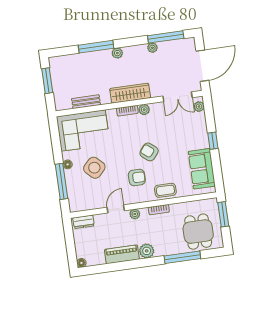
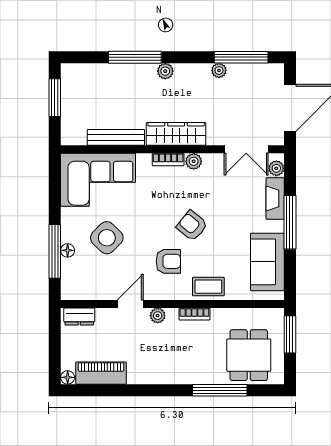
bench: (86, 102) -> (116, 137), width x1.36
fireplace: (201, 126) -> (275, 199), added
window: (213, 141) -> (290, 222), width x2.17
floor lamp: (68, 164) -> (68, 250), moved
plant: (147, 251) -> (168, 373), removed
piano: (122, 254) -> (101, 373), moved

